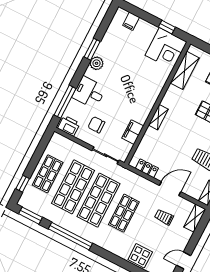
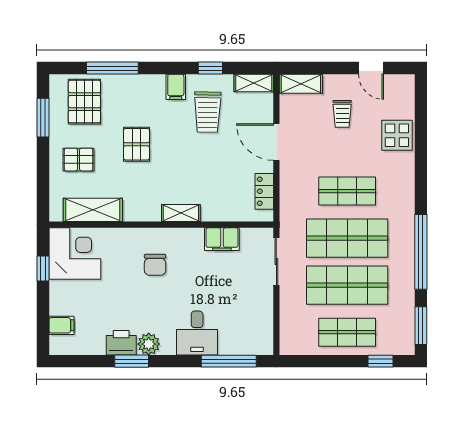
chair: (96, 125) -> (155, 265), moved
printer: (69, 126) -> (121, 343), moved, turned 90
trolley: (164, 217) -> (342, 114), moved

